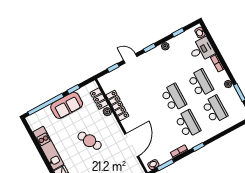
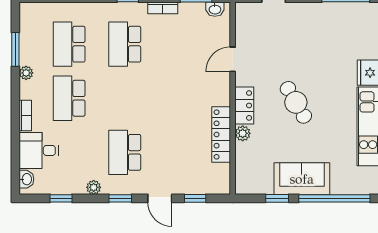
school desk: (174, 98) -> (125, 152), moved
locker: (99, 99) -> (244, 105), moved
door: (132, 145) -> (233, 59), width x0.53

